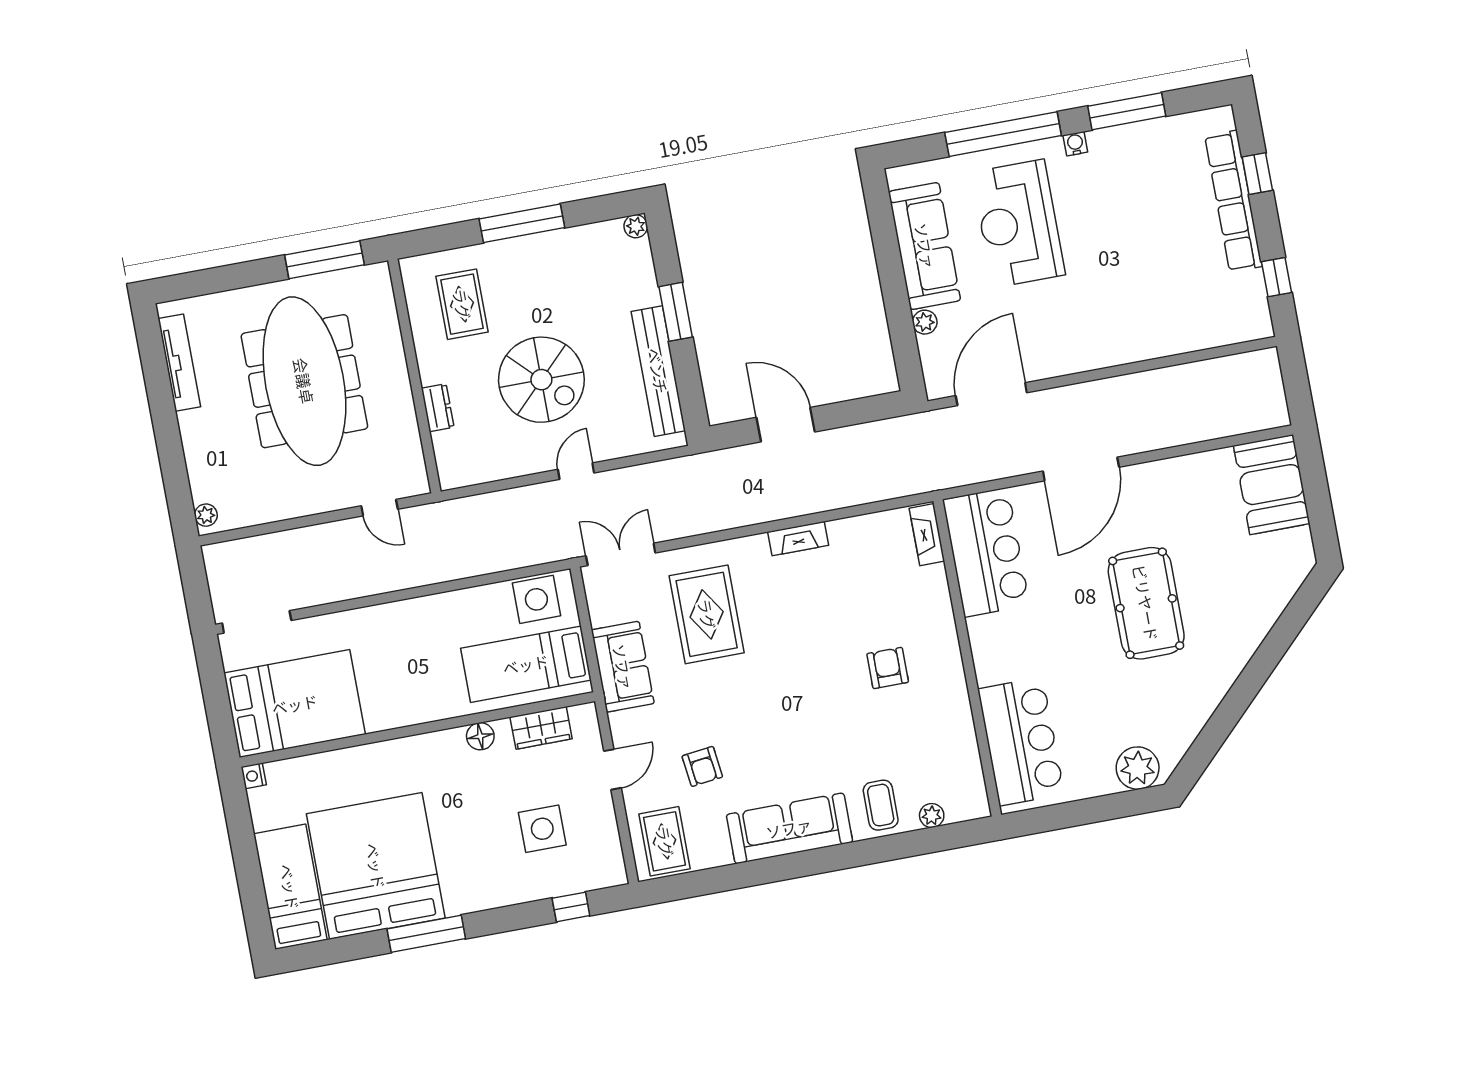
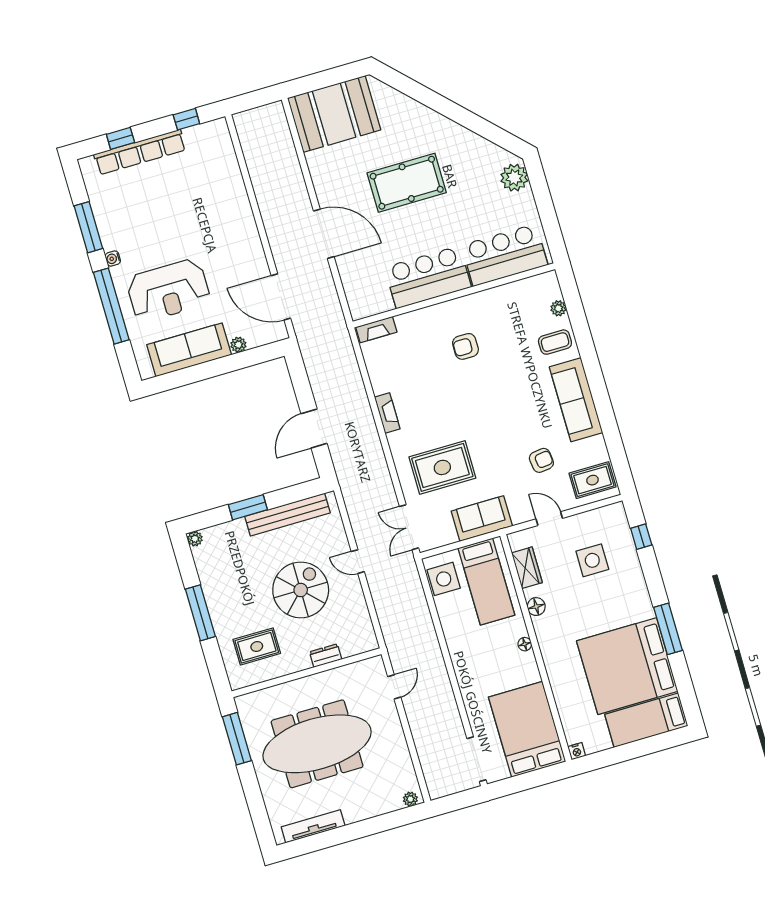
booth: (1272, 485) -> (334, 114), width x1.36, depth x1.42
bar counter: (986, 552) -> (428, 277), moved
floor lamp: (425, 713) -> (525, 644), added

